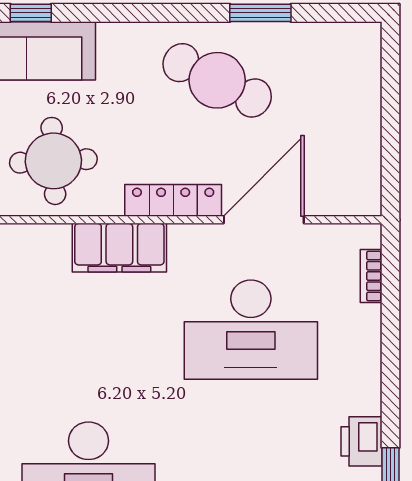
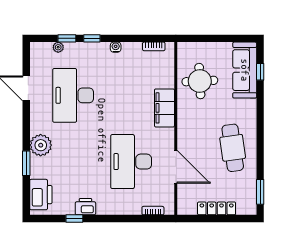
window: (260, 13) -> (260, 192), moved
cafe table: (217, 80) -> (233, 148), turned -34
locker: (173, 200) -> (217, 208), moved, turned -90

